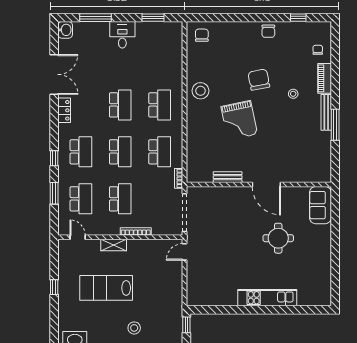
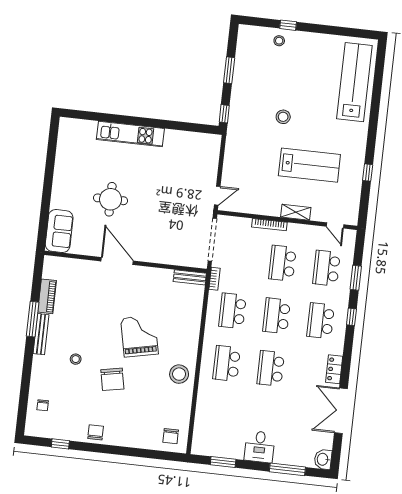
piano: (325, 78) -> (47, 296), moved
bench: (228, 177) -> (190, 277), moved

